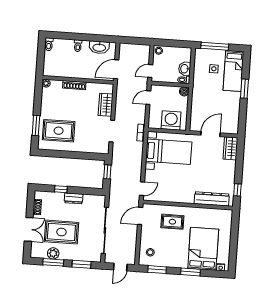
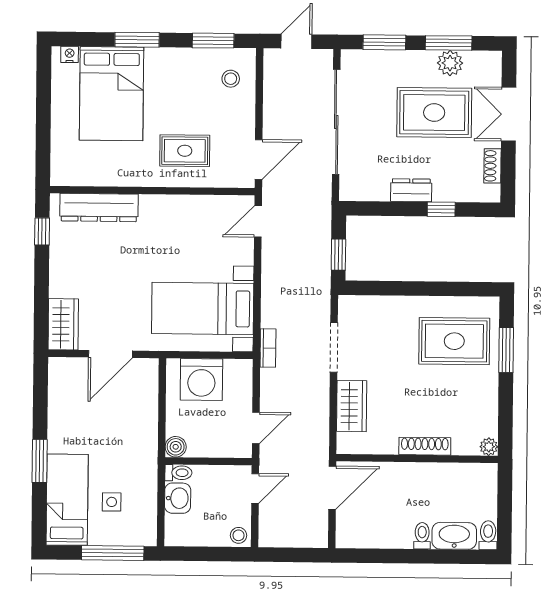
washbasin: (99, 47) -> (454, 536), moved

